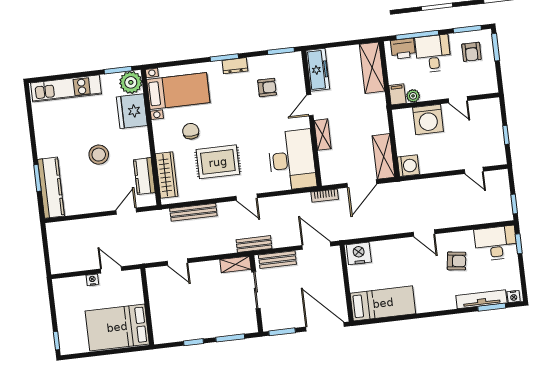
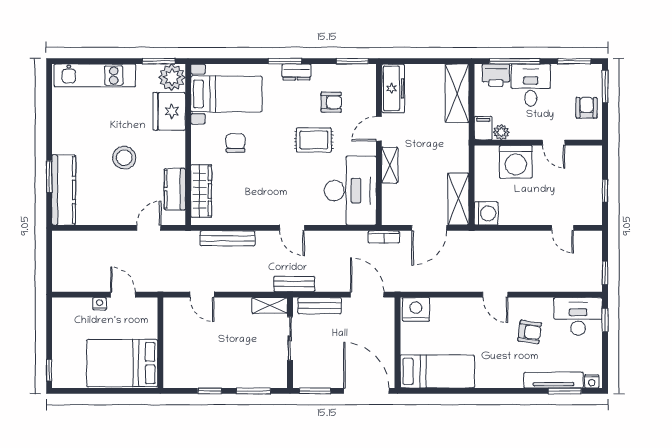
armchair: (471, 52) -> (587, 108), moved, turned 180
rug: (218, 162) -> (314, 140), moved, width x0.73, depth x0.70

